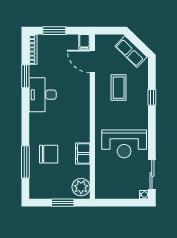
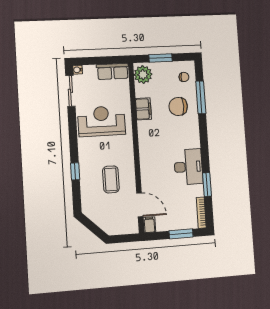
row of seats: (131, 52) -> (113, 71), moved, turned 136
chair: (41, 183) -> (184, 77), added

